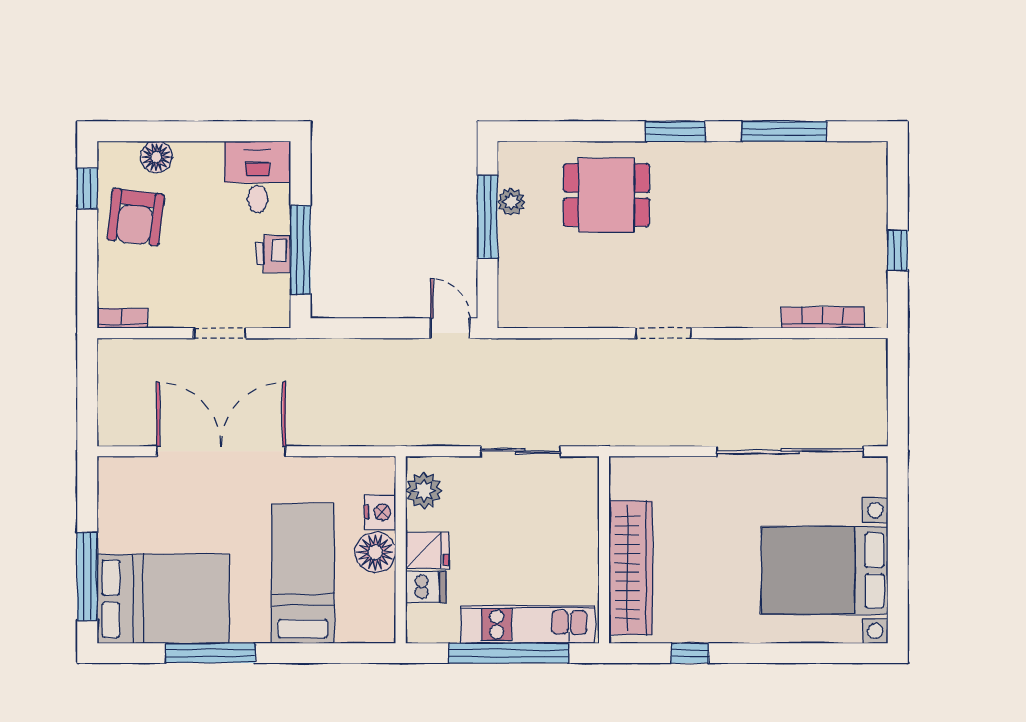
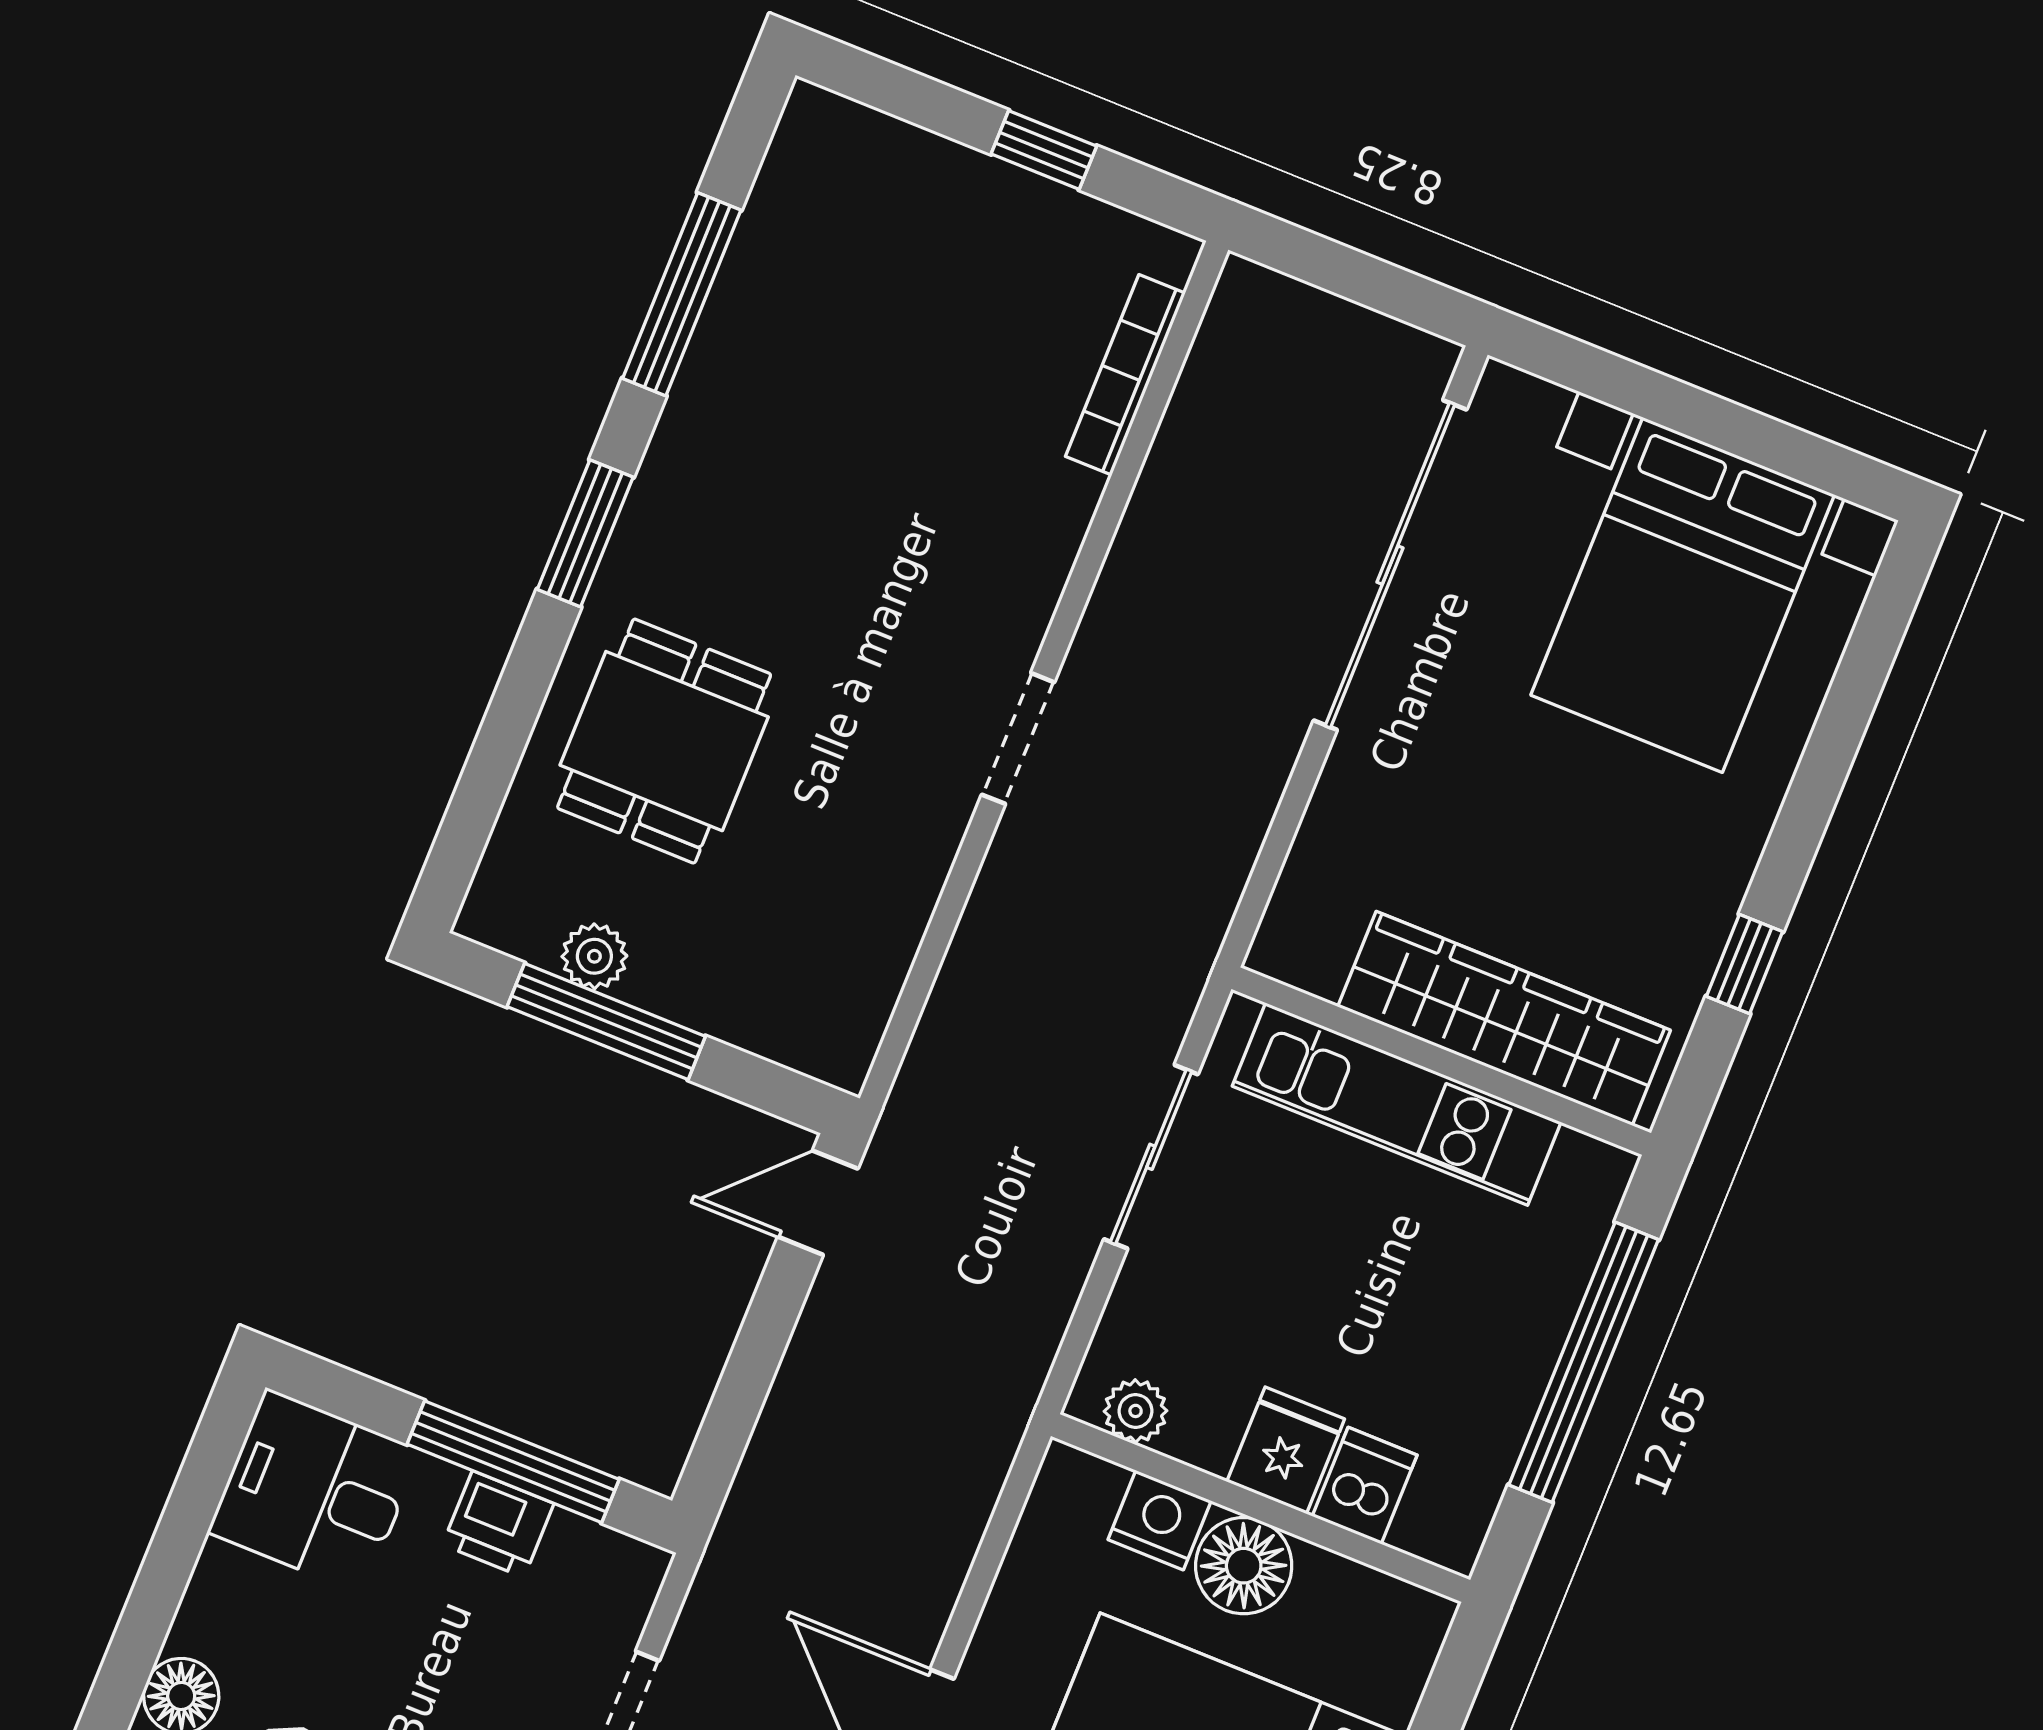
plant: (424, 490) -> (1136, 1411), width x0.73, depth x0.73
kitchen unit: (528, 624) -> (1397, 1104), moved, turned -90

